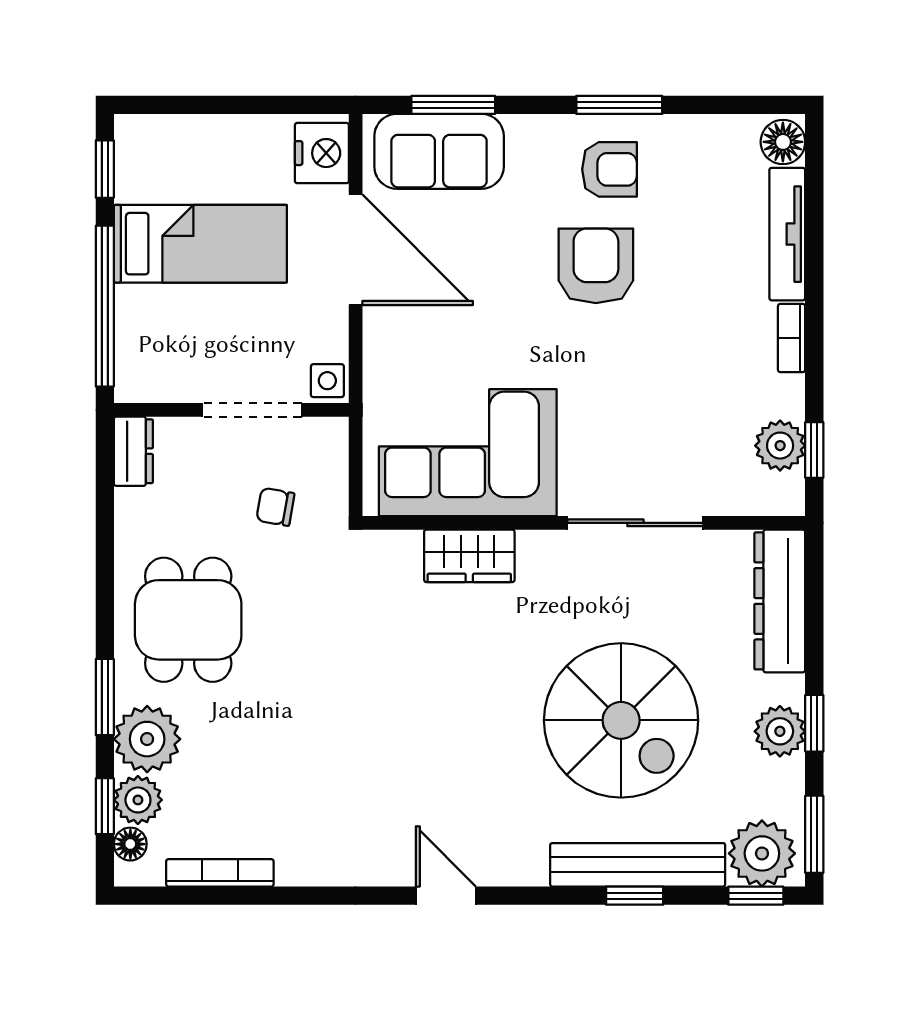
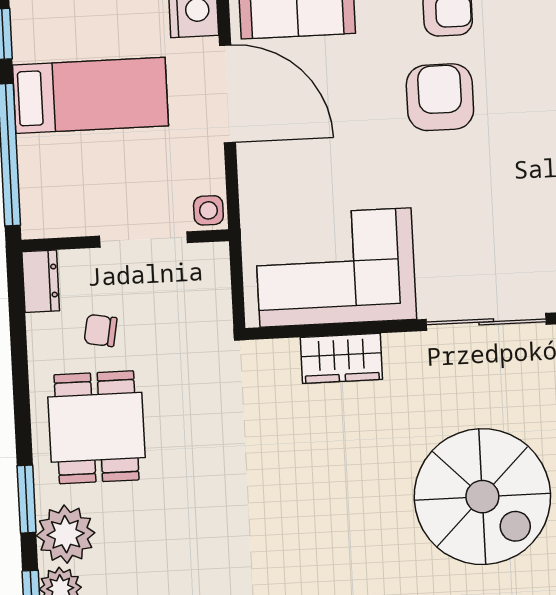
chair: (275, 507) -> (101, 330), moved

